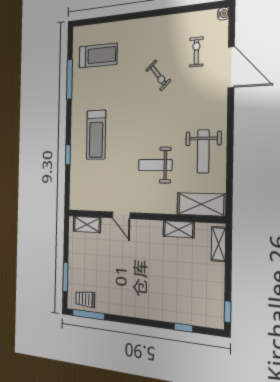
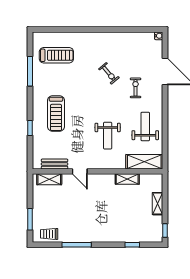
exercise bike: (196, 52) -> (136, 88), moved
weight bench: (203, 151) -> (145, 126), turned 180
weight bench: (155, 165) -> (108, 136), turned -90
bench: (93, 204) -> (55, 164), added
shelving: (218, 244) -> (158, 204), moved
window: (88, 314) -> (77, 245), moved

